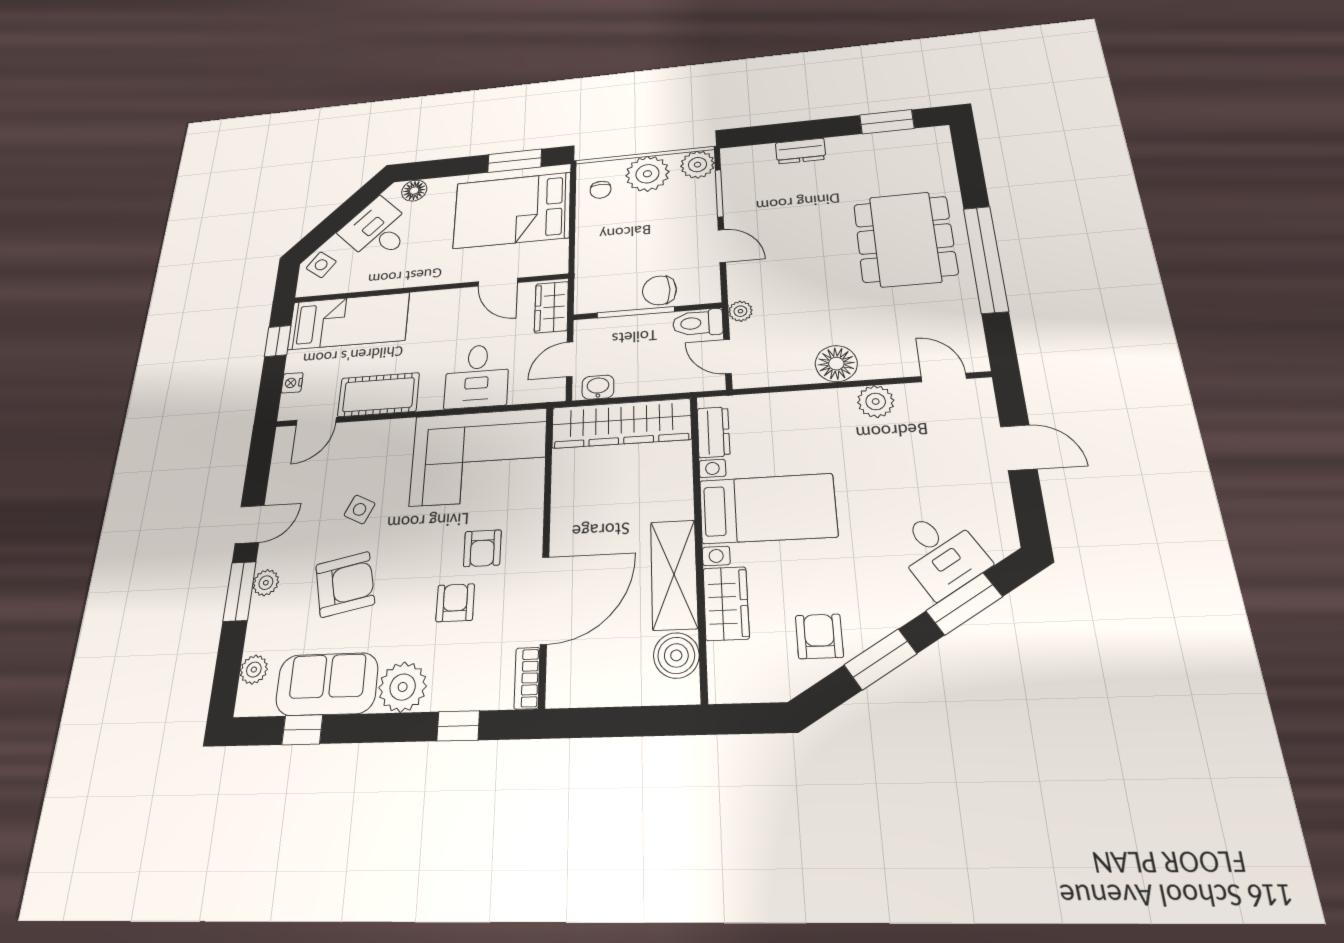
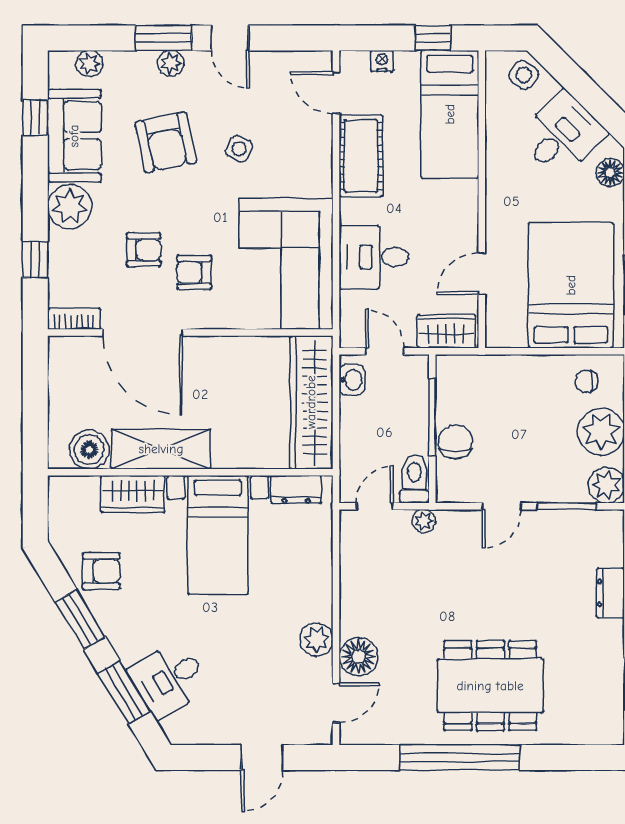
floor lamp: (836, 364) -> (358, 657), moved

